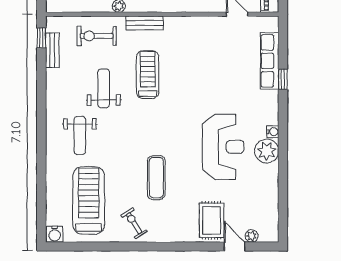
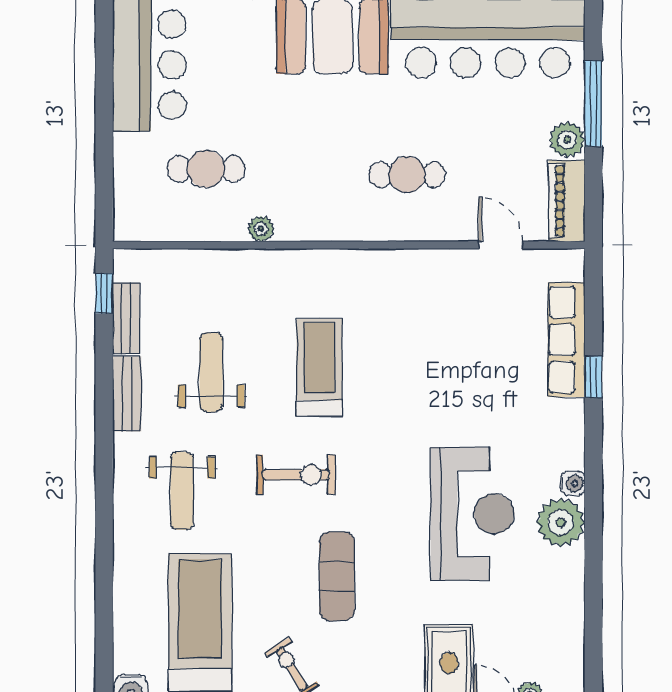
bench: (145, 23) -> (127, 394), moved, turned 90
exercise bike: (97, 36) -> (296, 475), moved, turned 180
weight bench: (104, 88) -> (211, 372), moved

